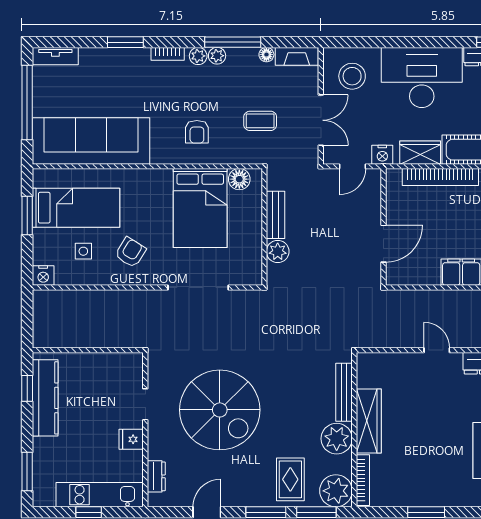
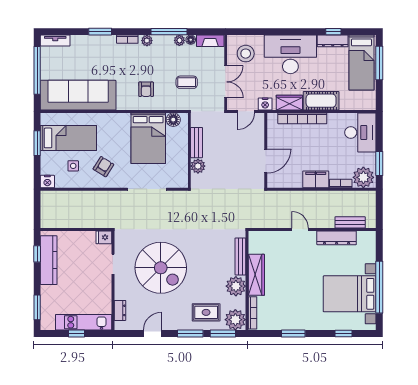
plant: (217, 56) -> (179, 40), moved
fridge: (131, 439) -> (104, 237), moved
rug: (290, 479) -> (206, 312), turned 90

